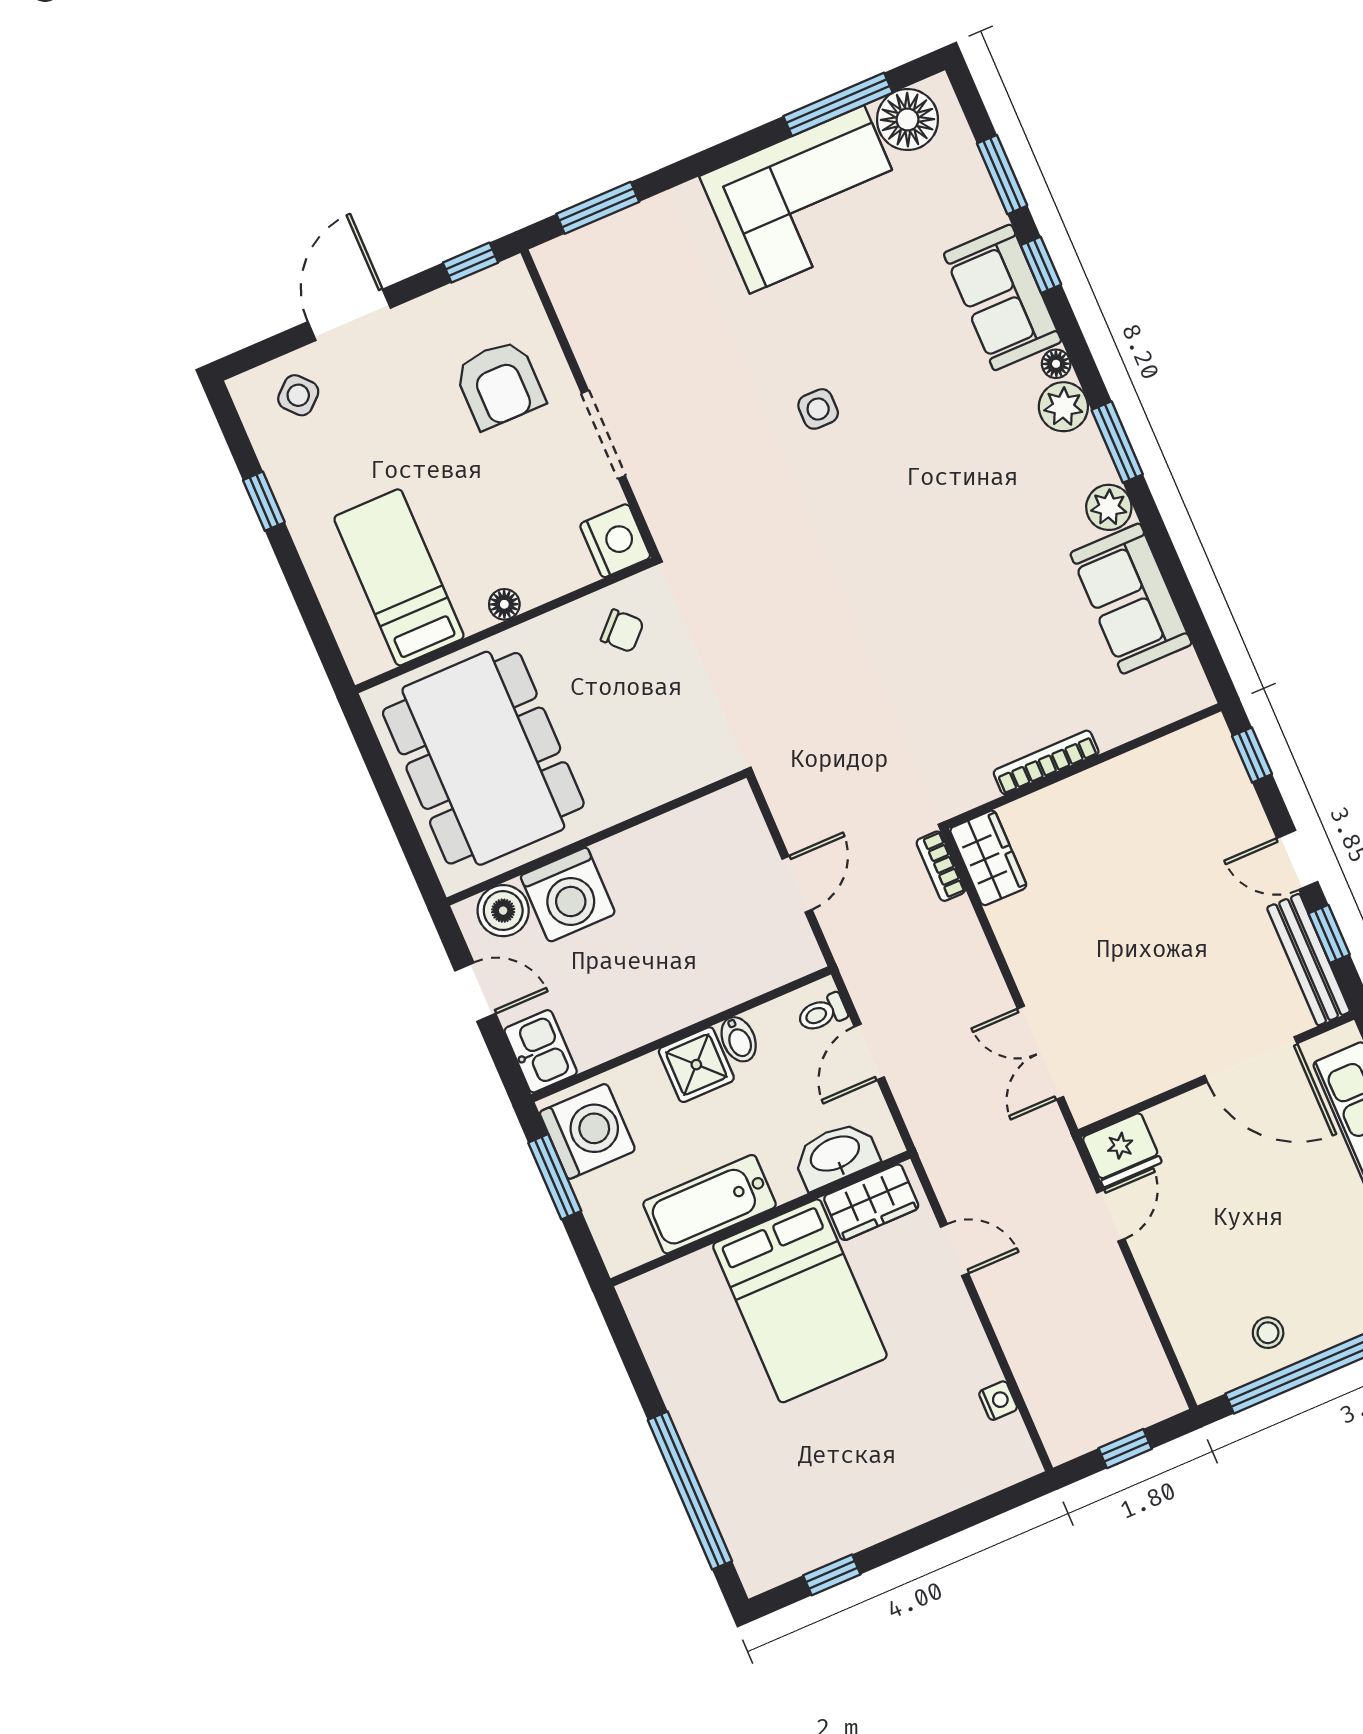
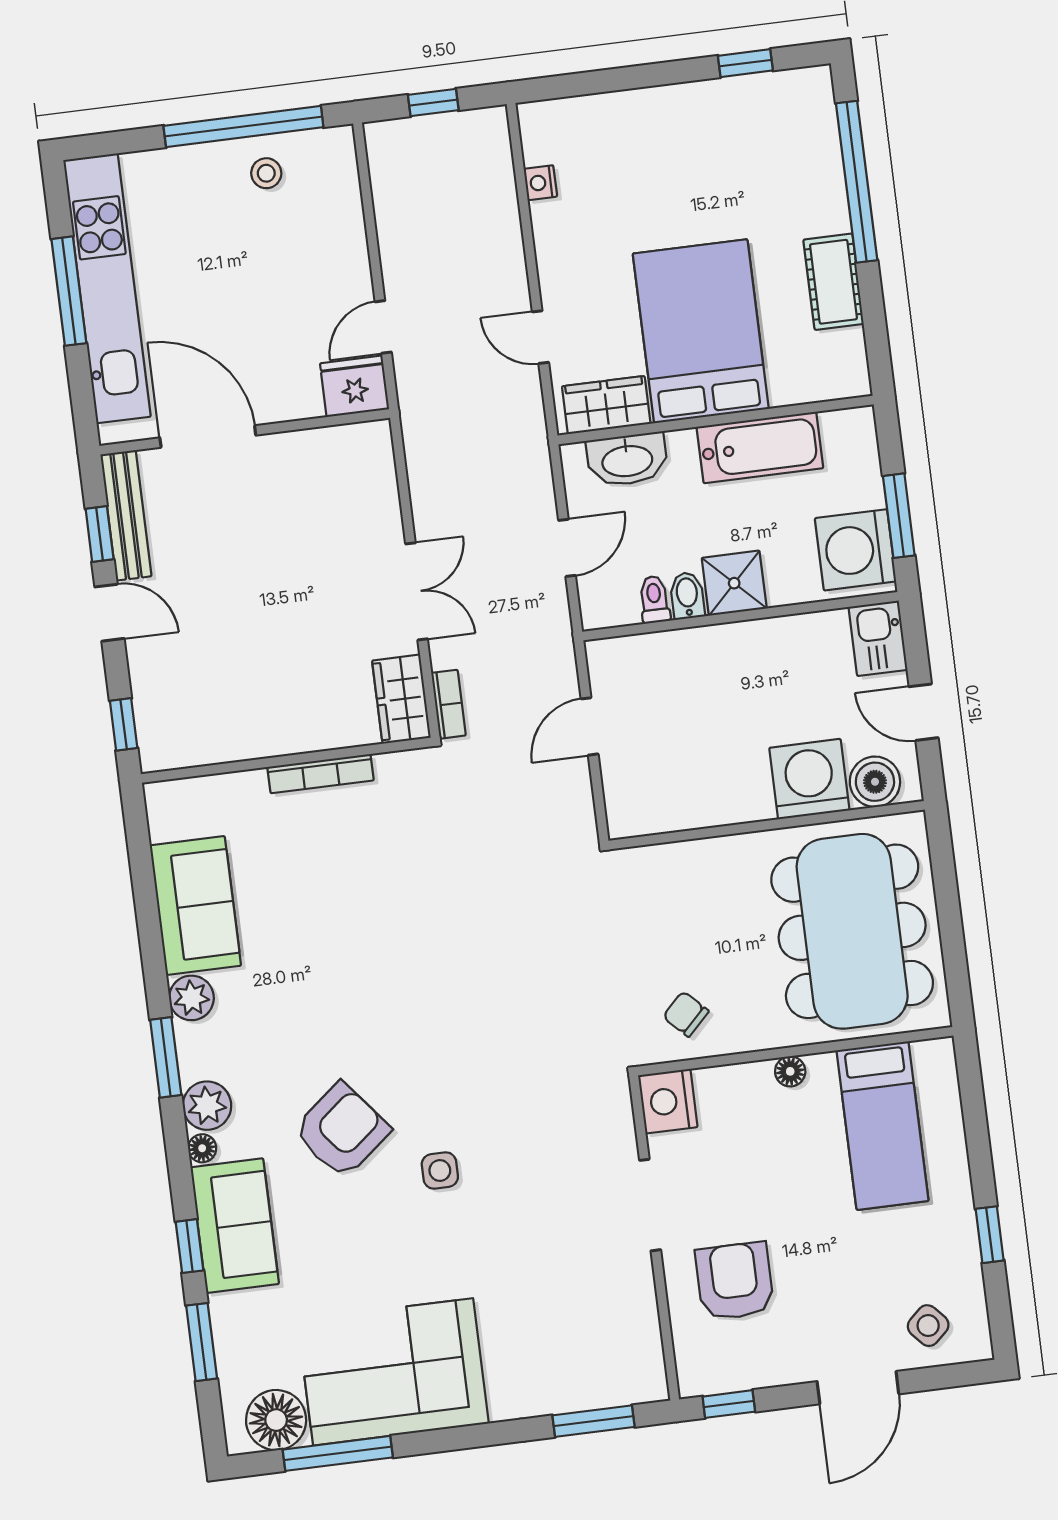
armchair: (925, 421) -> (342, 1130), added
toilet: (822, 1013) -> (654, 599), moved, turned -90
double door: (1041, 1053) -> (417, 591), moved
cot: (684, 1386) -> (833, 282), added

